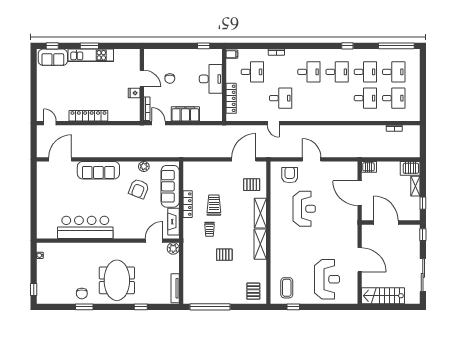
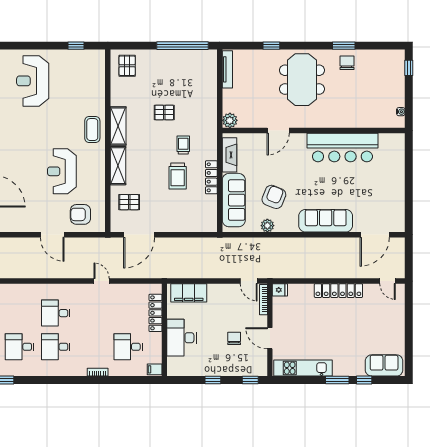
window: (52, 46) -> (364, 380), moved
window: (157, 46) -> (250, 380), added
window: (204, 46) -> (213, 380), moved
kitchen unit: (91, 55) -> (303, 368), moved
fridge: (134, 93) -> (280, 290), moved
desk: (281, 98) -> (56, 313), moved
filing cabinet: (185, 114) -> (189, 293), moved
armchair: (290, 175) -> (80, 214), turned 90
door: (154, 241) -> (278, 131), moved
coffee table: (287, 288) -> (92, 130), moved

